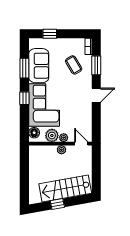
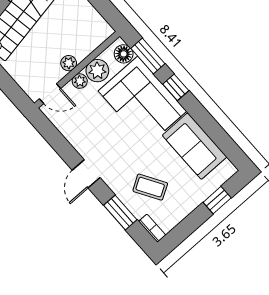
window: (24, 68) -> (148, 56), moved

